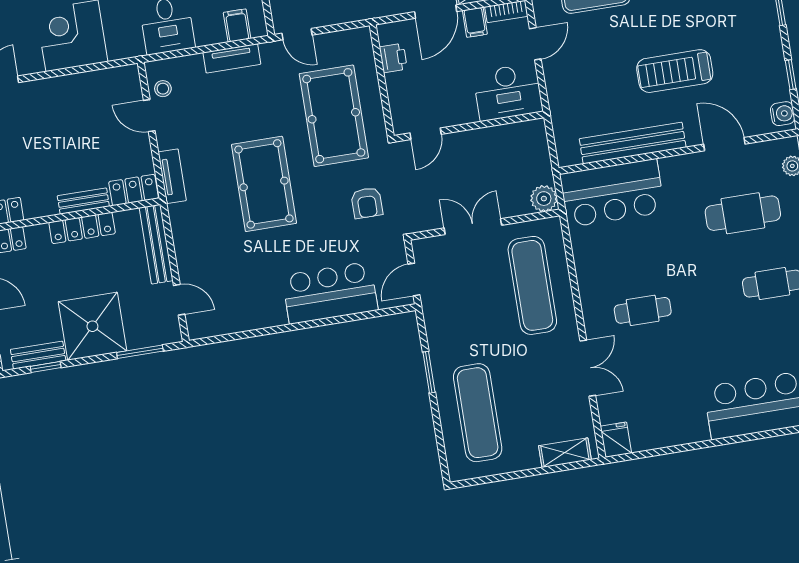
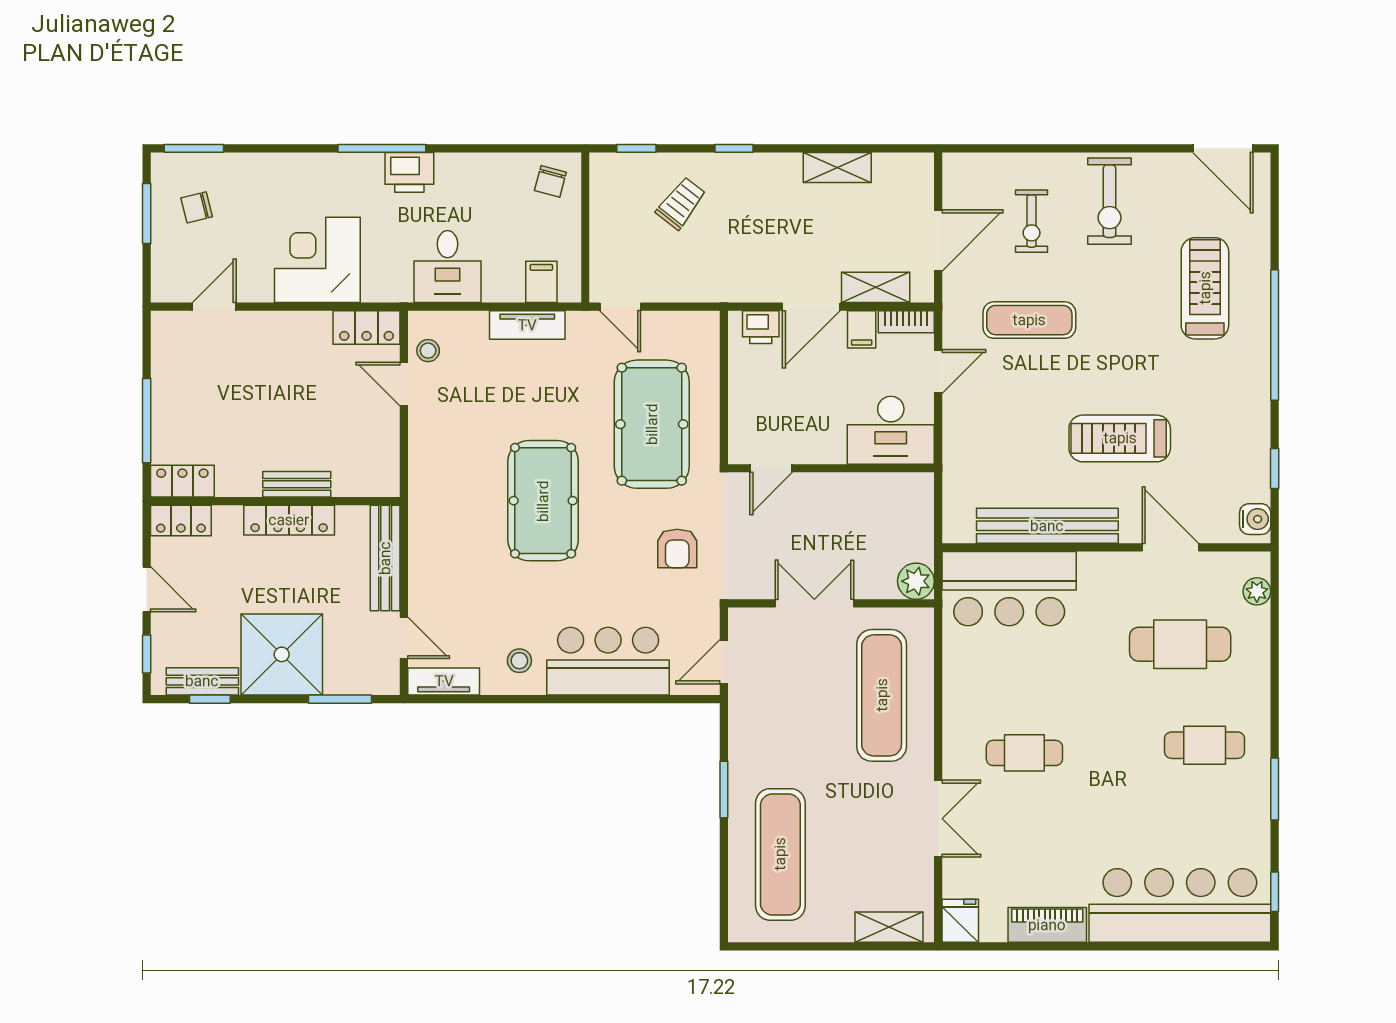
printer: (393, 58) -> (761, 327), moved, turned 90
tv unit: (172, 176) -> (444, 681), moved, turned -90
locker: (134, 190) -> (367, 327), moved, turned 180
stool: (266, 303) -> (519, 661), added
piano: (679, 432) -> (1047, 925), added

